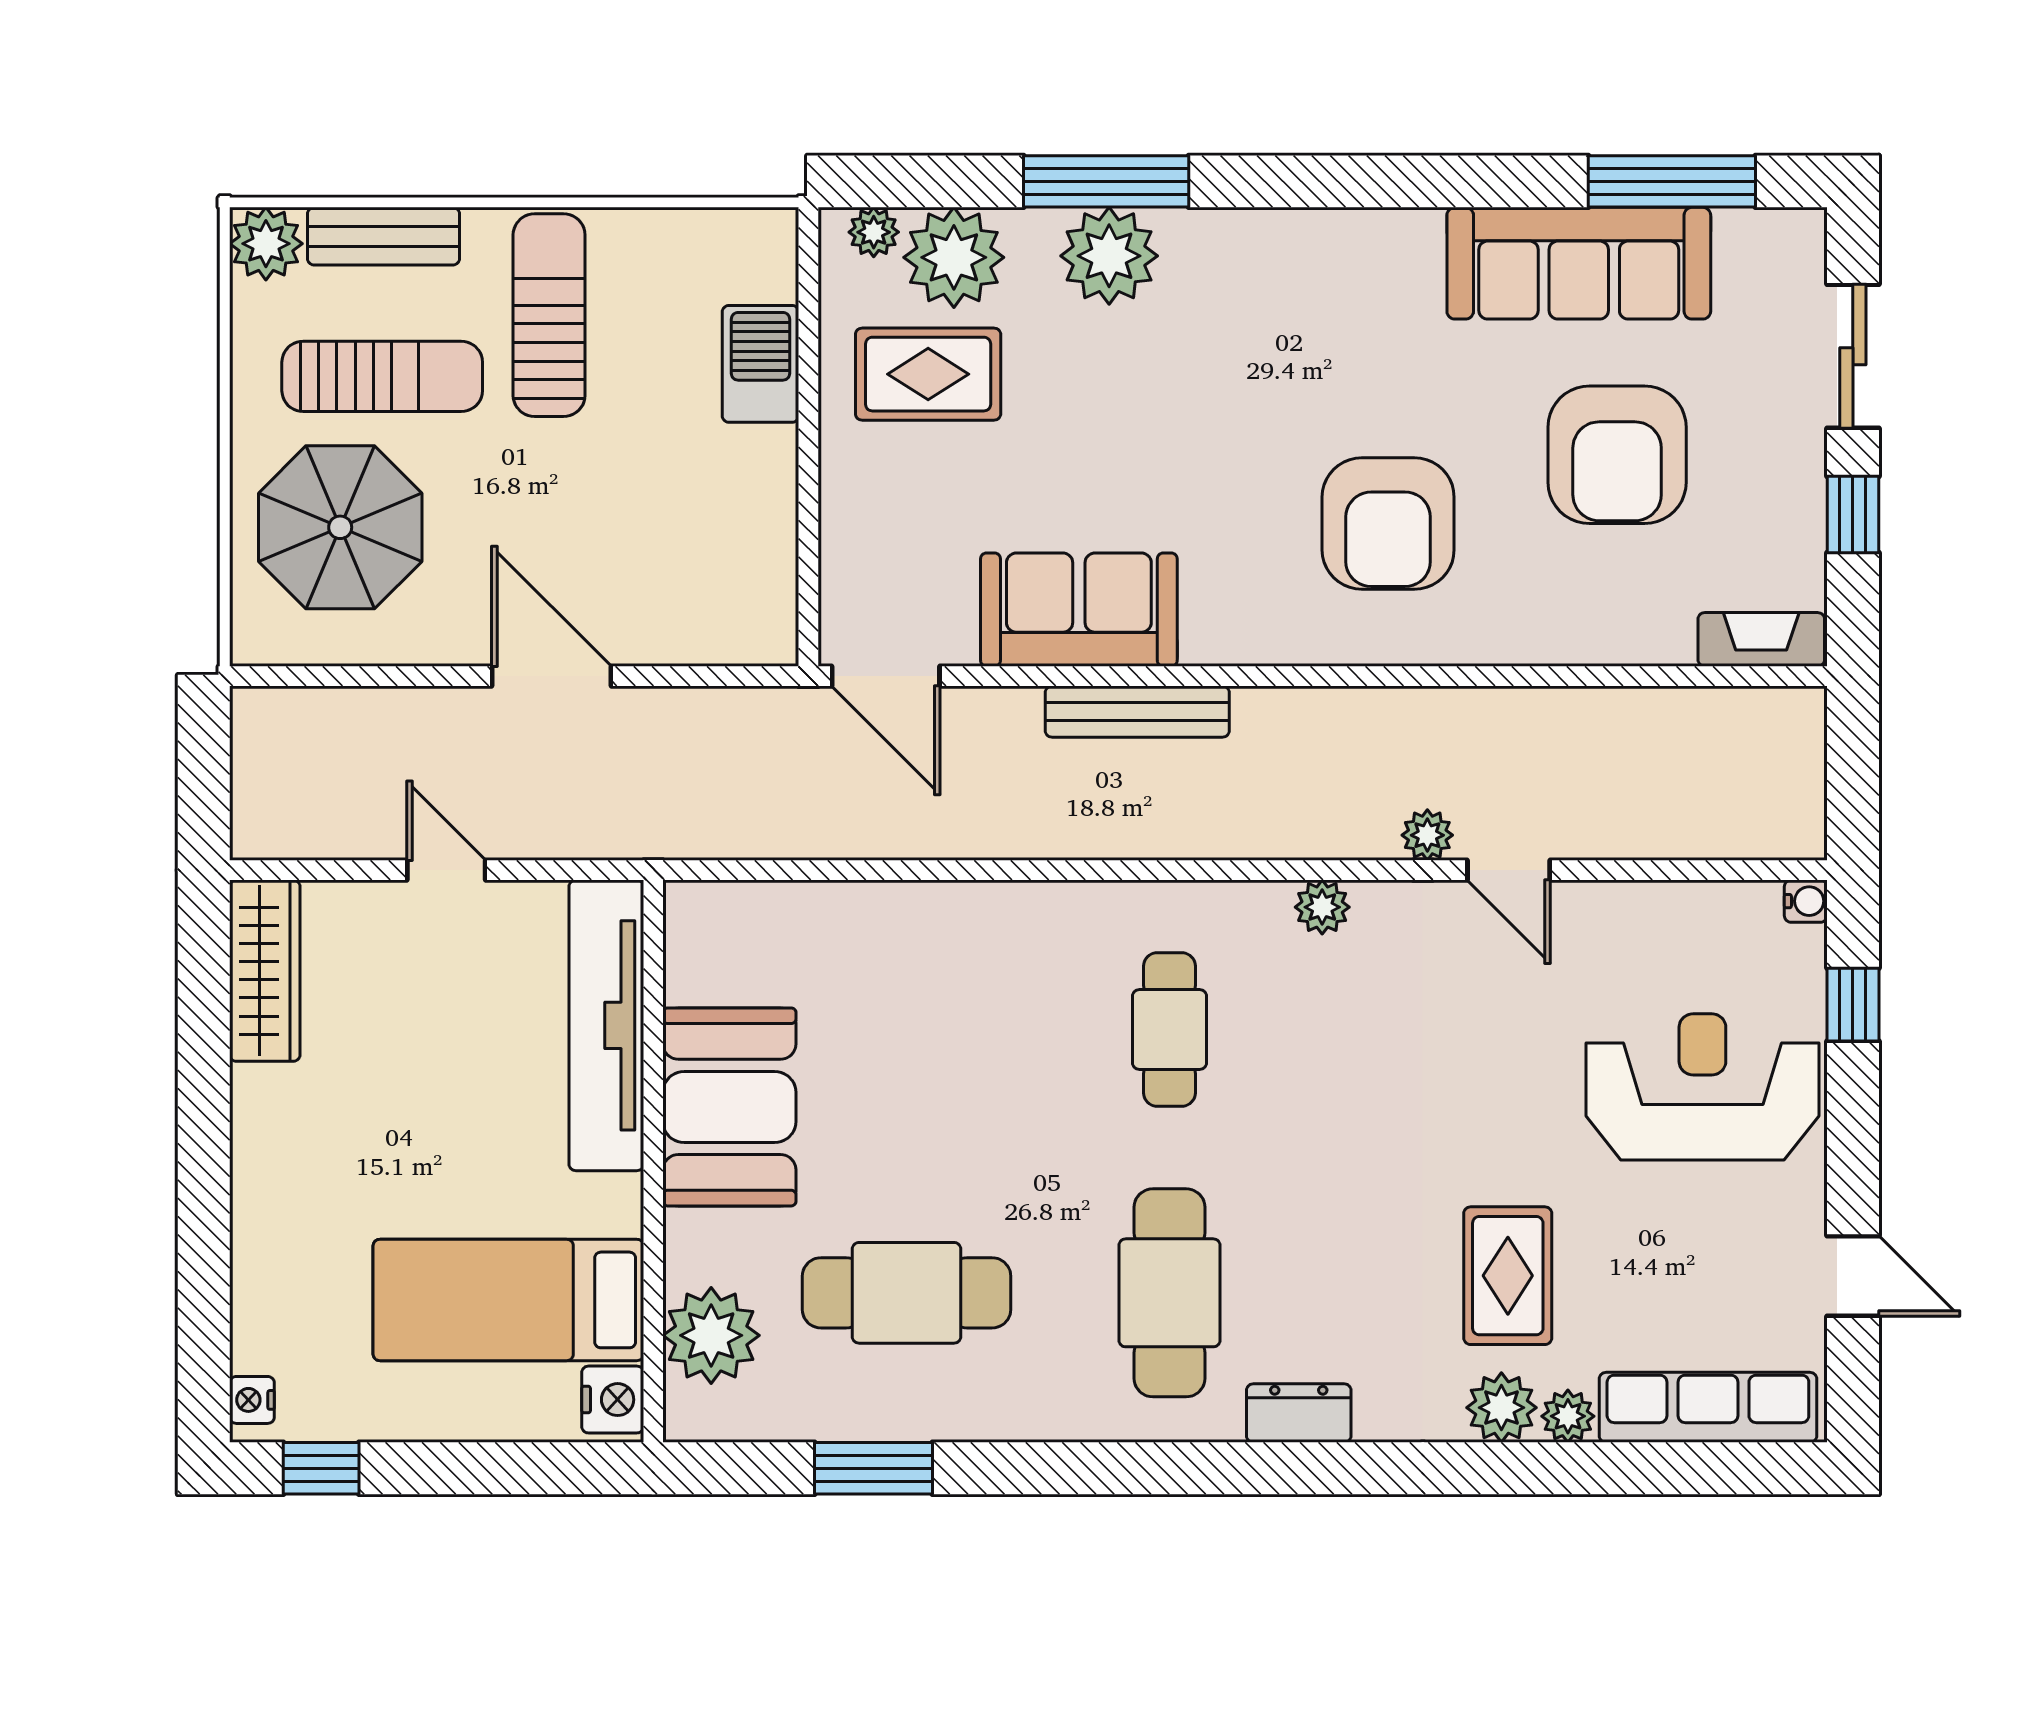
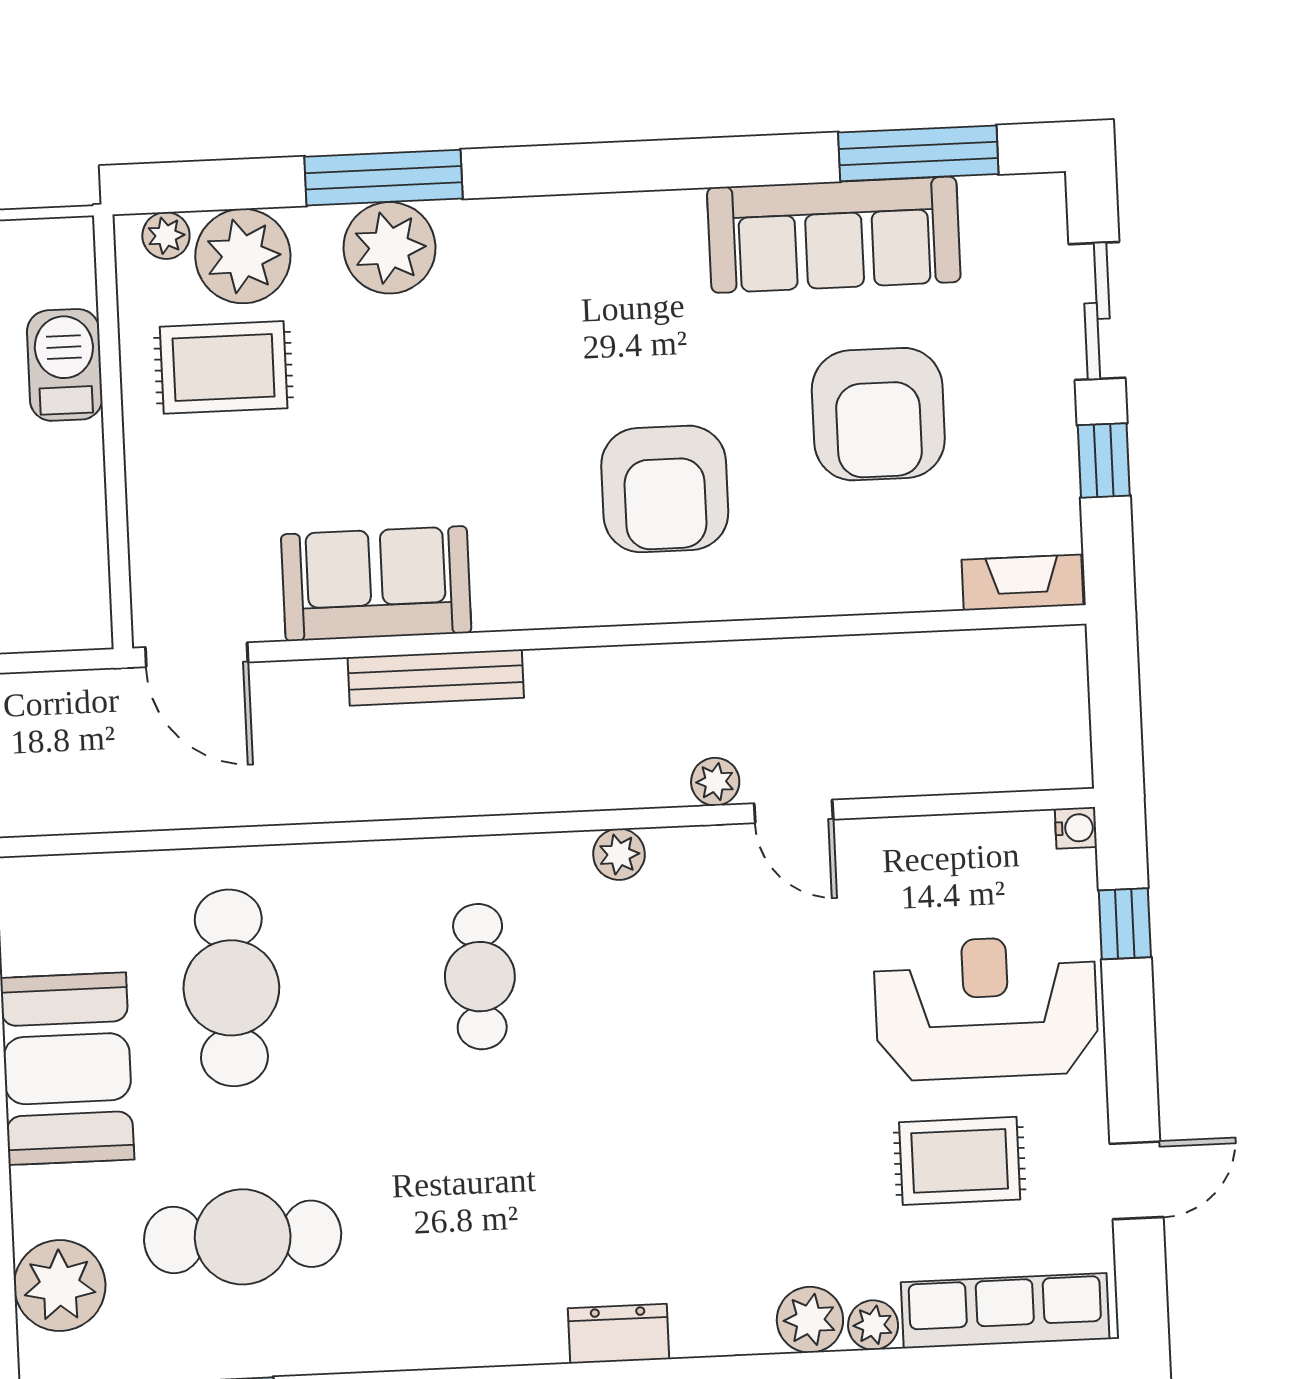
rug: (1508, 1276) -> (960, 1161), moved, turned 90
door: (1853, 1276) -> (1136, 1180), hinge flipped
cafe table: (1169, 1293) -> (231, 988), moved

